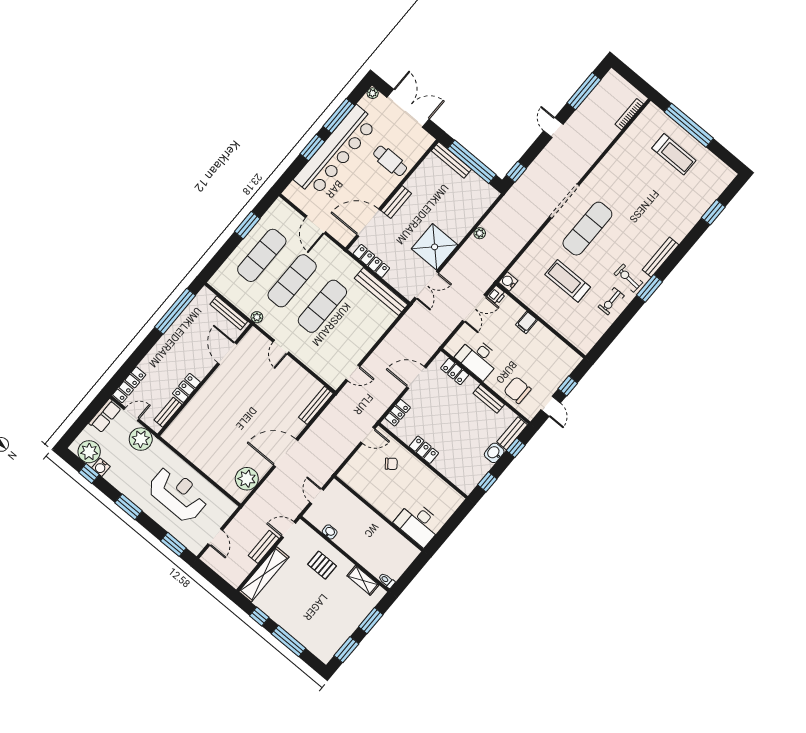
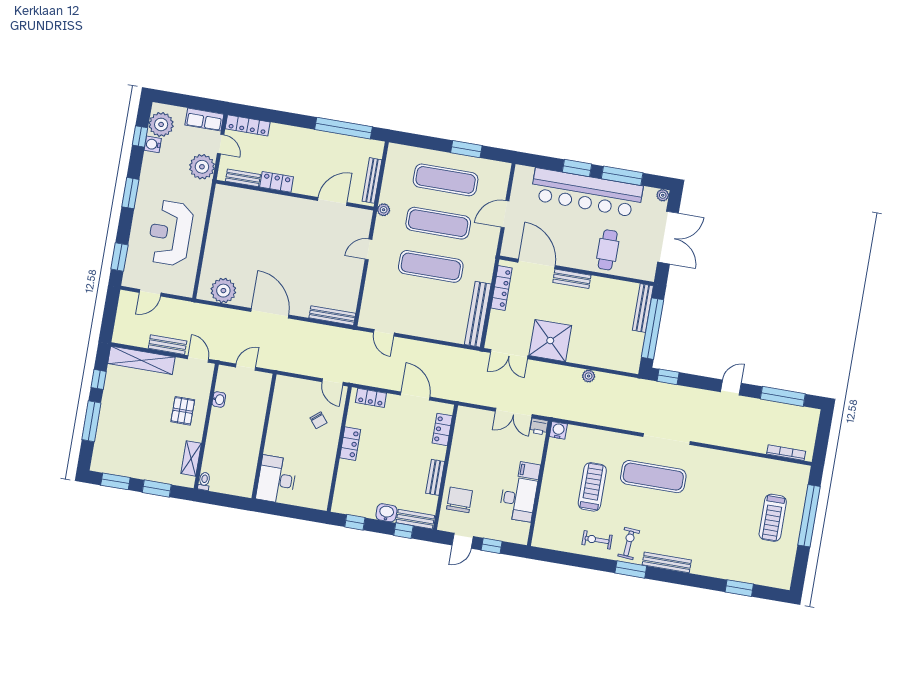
desk: (478, 358) -> (518, 499), moved, turned 180
reception desk: (178, 494) -> (170, 233), turned 180

